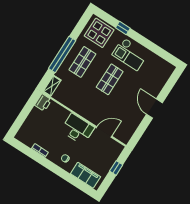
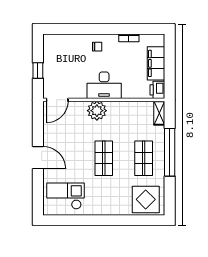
window: (123, 28) -> (124, 220), removed
checkout: (130, 54) -> (66, 196), moved
plant: (94, 115) -> (97, 111), added
door: (104, 132) -> (57, 100), moved
filing cabinet: (86, 175) -> (156, 63), moved, turned 90

